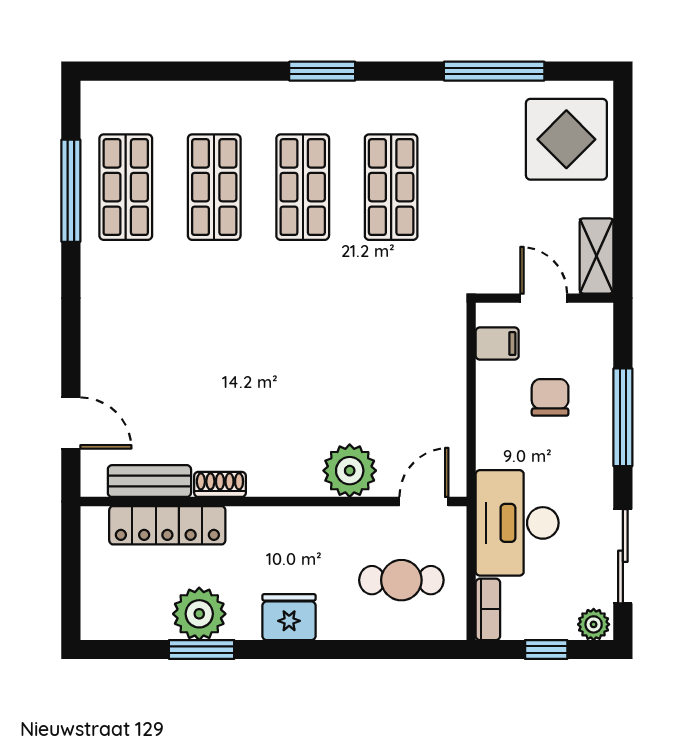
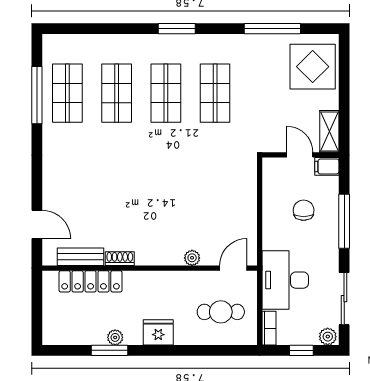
filing cabinet: (497, 344) -> (327, 166), moved, turned 180
plant: (350, 471) -> (192, 258), width x0.53, depth x0.53
plant: (199, 614) -> (115, 337), width x0.53, depth x0.53

